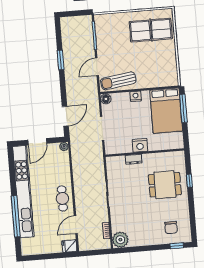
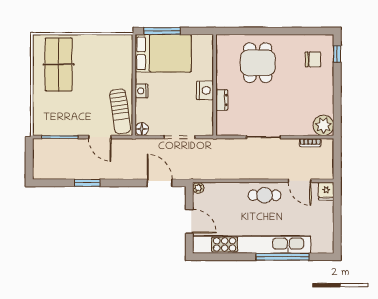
window: (189, 181) -> (255, 31), removed

